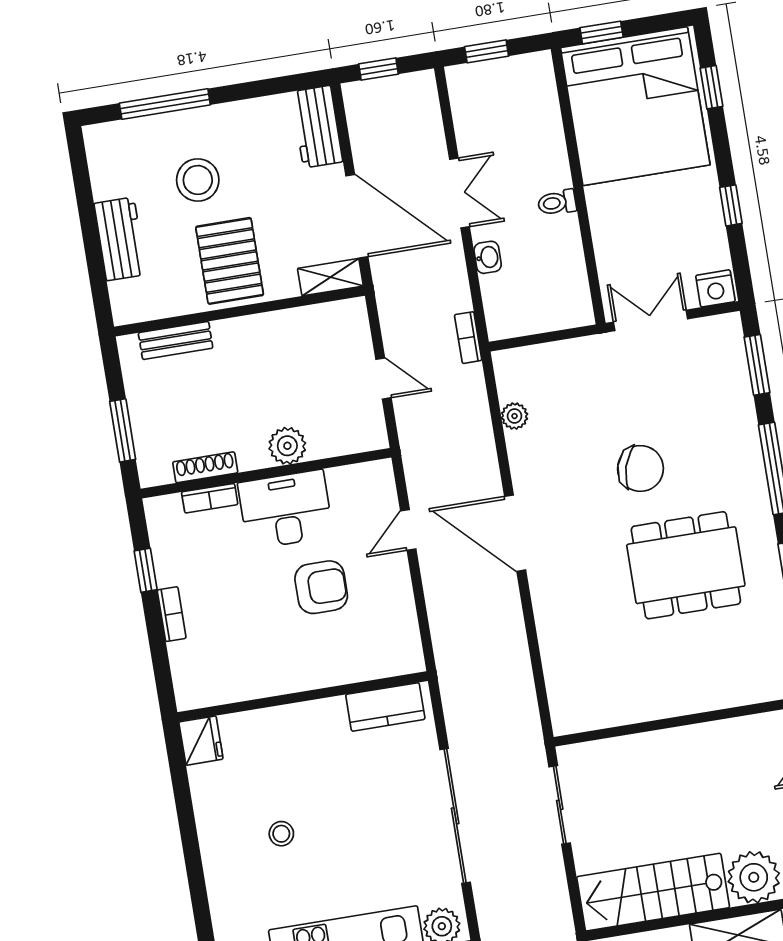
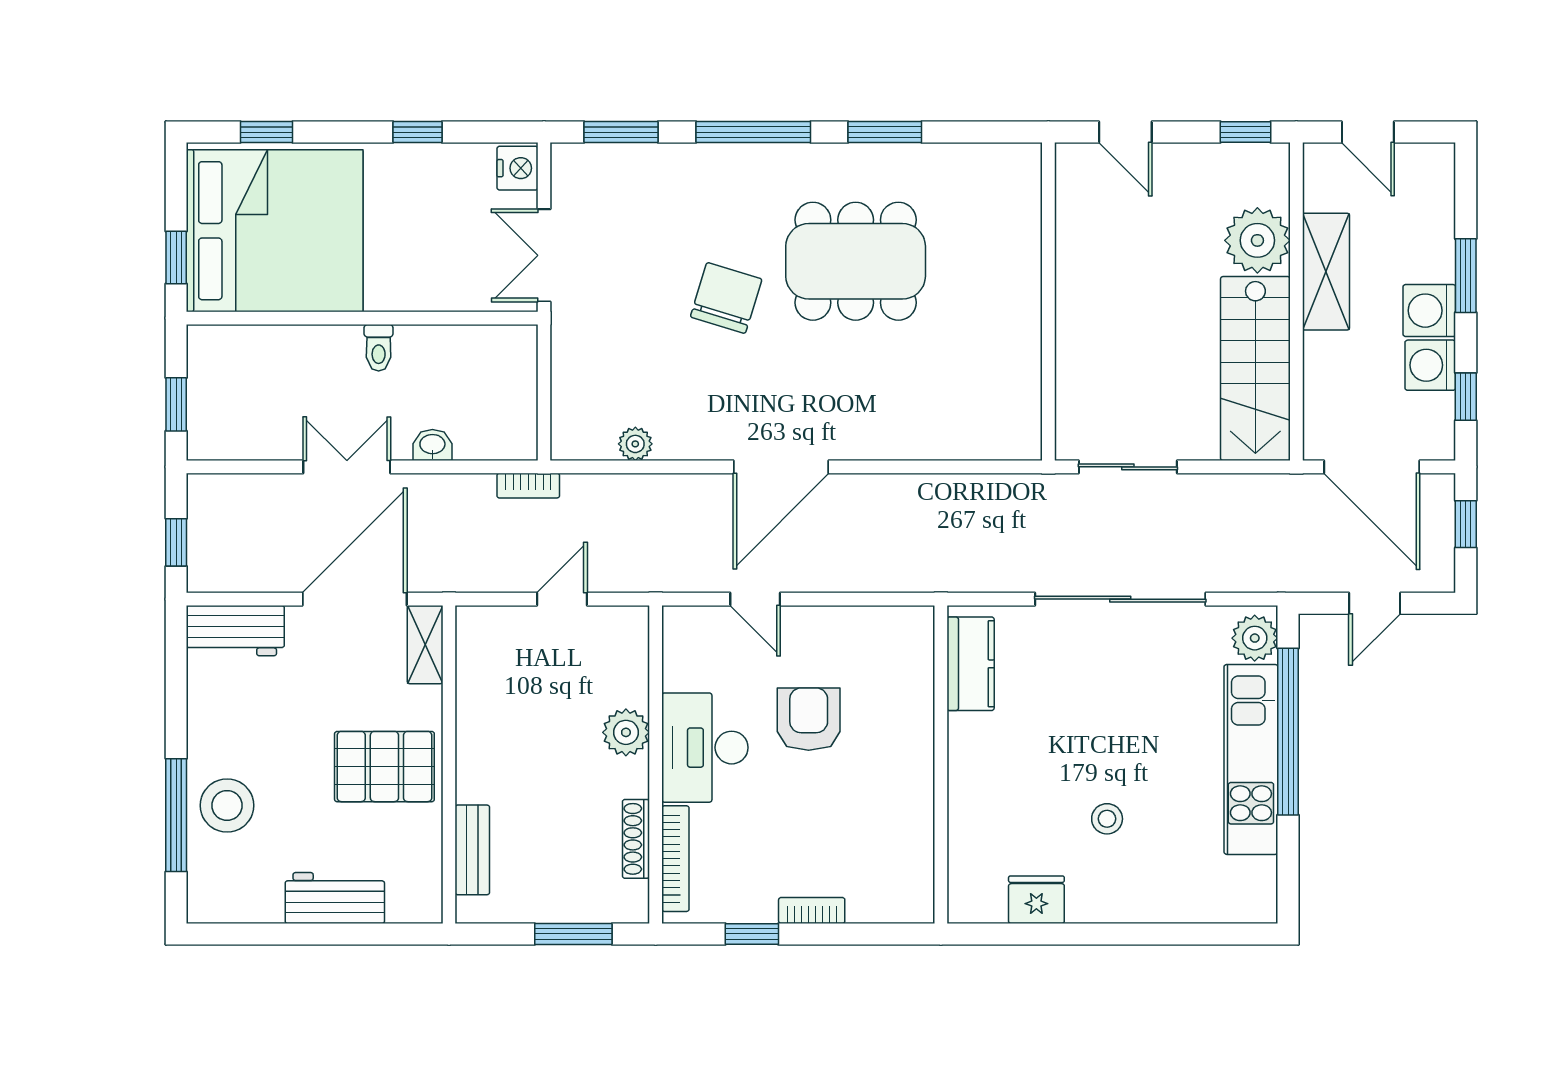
stool: (198, 180) -> (227, 805), moved
bookcase: (210, 498) -> (675, 859), width x1.56
dining table: (686, 565) -> (856, 261), turned 90
fridge: (201, 741) -> (1036, 900), moved

